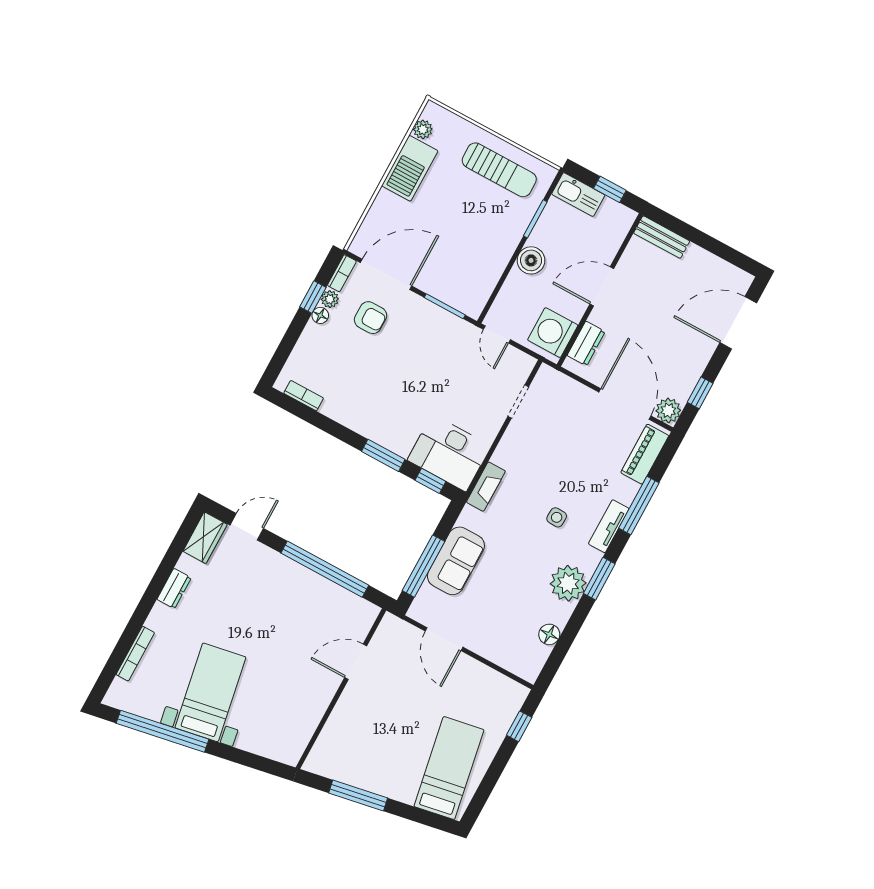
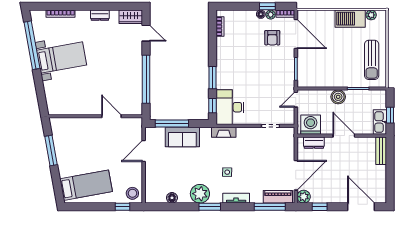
kitchen sink: (578, 195) -> (380, 122), moved
window: (639, 506) -> (270, 207), moved
stool: (505, 697) -> (132, 193), added

